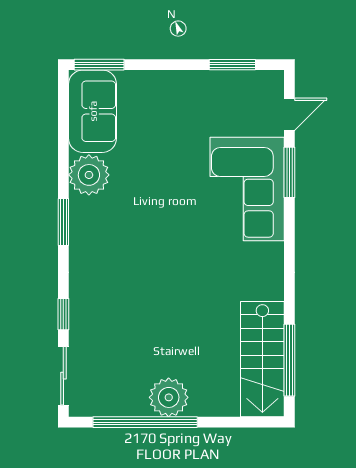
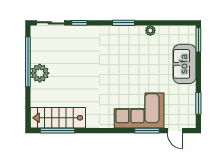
sofa: (93, 111) -> (184, 64), moved, turned 90
plant: (89, 175) -> (150, 31), width x0.53, depth x0.53

